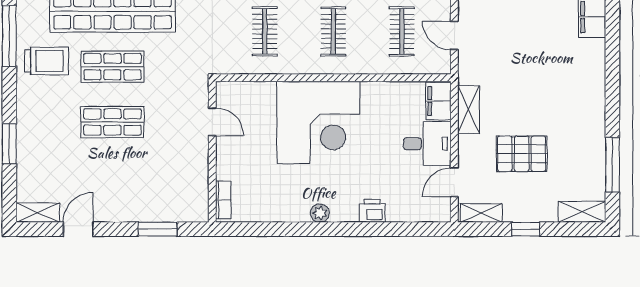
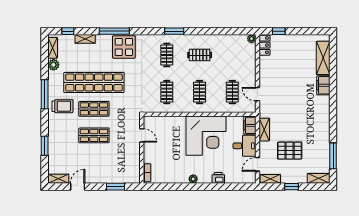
corner desk: (318, 123) -> (206, 136), moved

